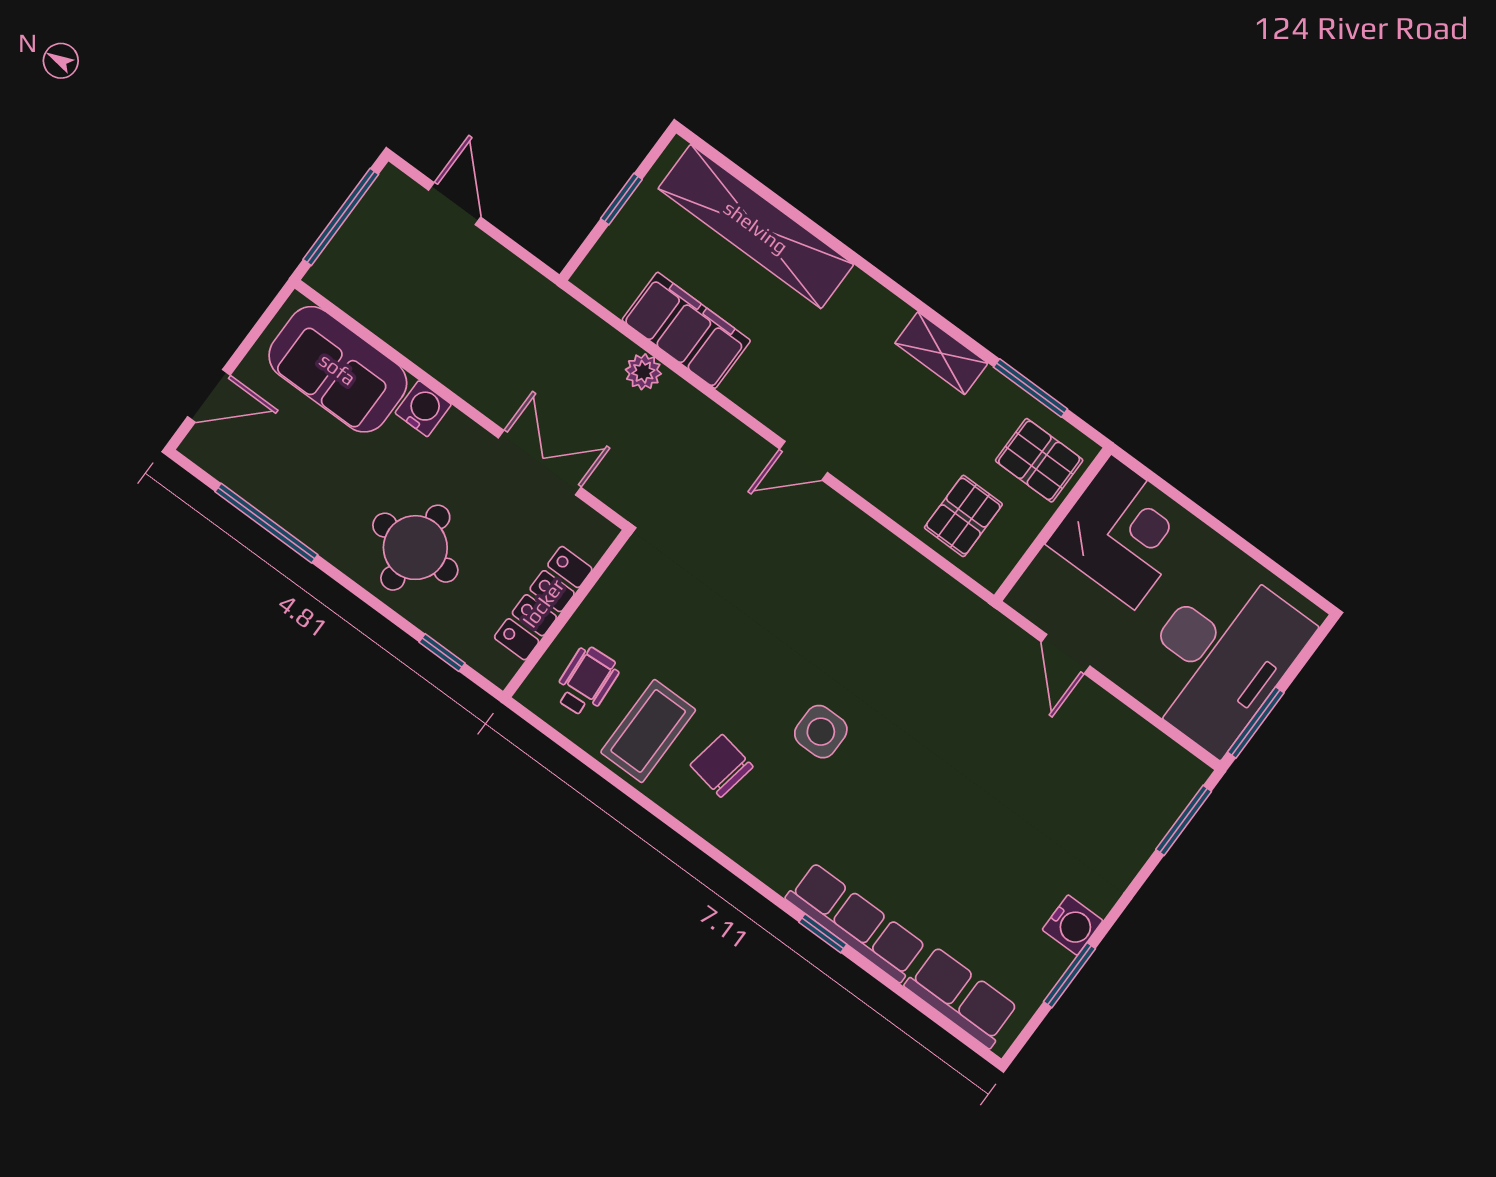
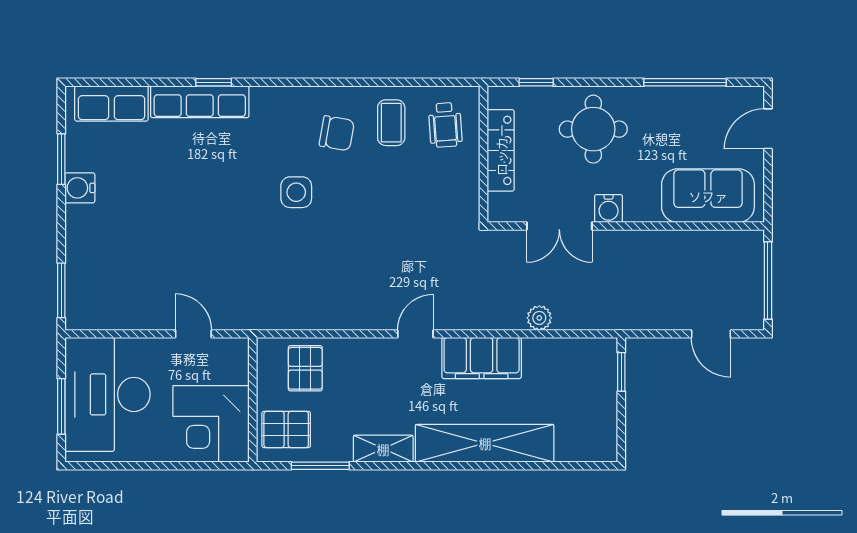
window: (621, 199) -> (621, 372), moved
shelving: (756, 227) -> (485, 443), moved
filing cabinet: (686, 330) -> (482, 358), moved
water cooler: (423, 409) -> (609, 209), moved
window: (1256, 723) -> (61, 406), moved
coffee table: (648, 731) -> (391, 123), width x0.73, depth x0.77

